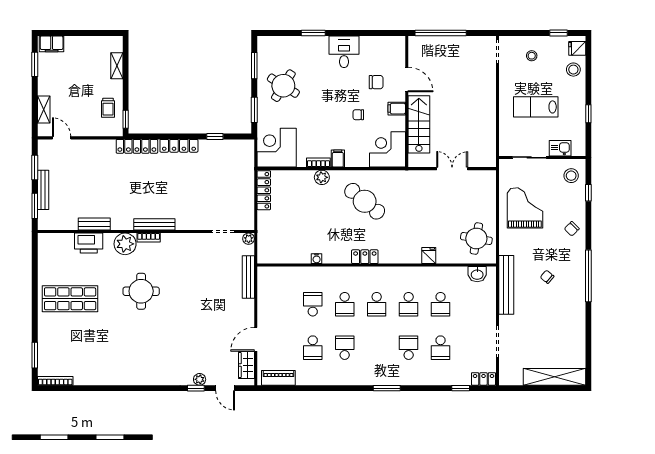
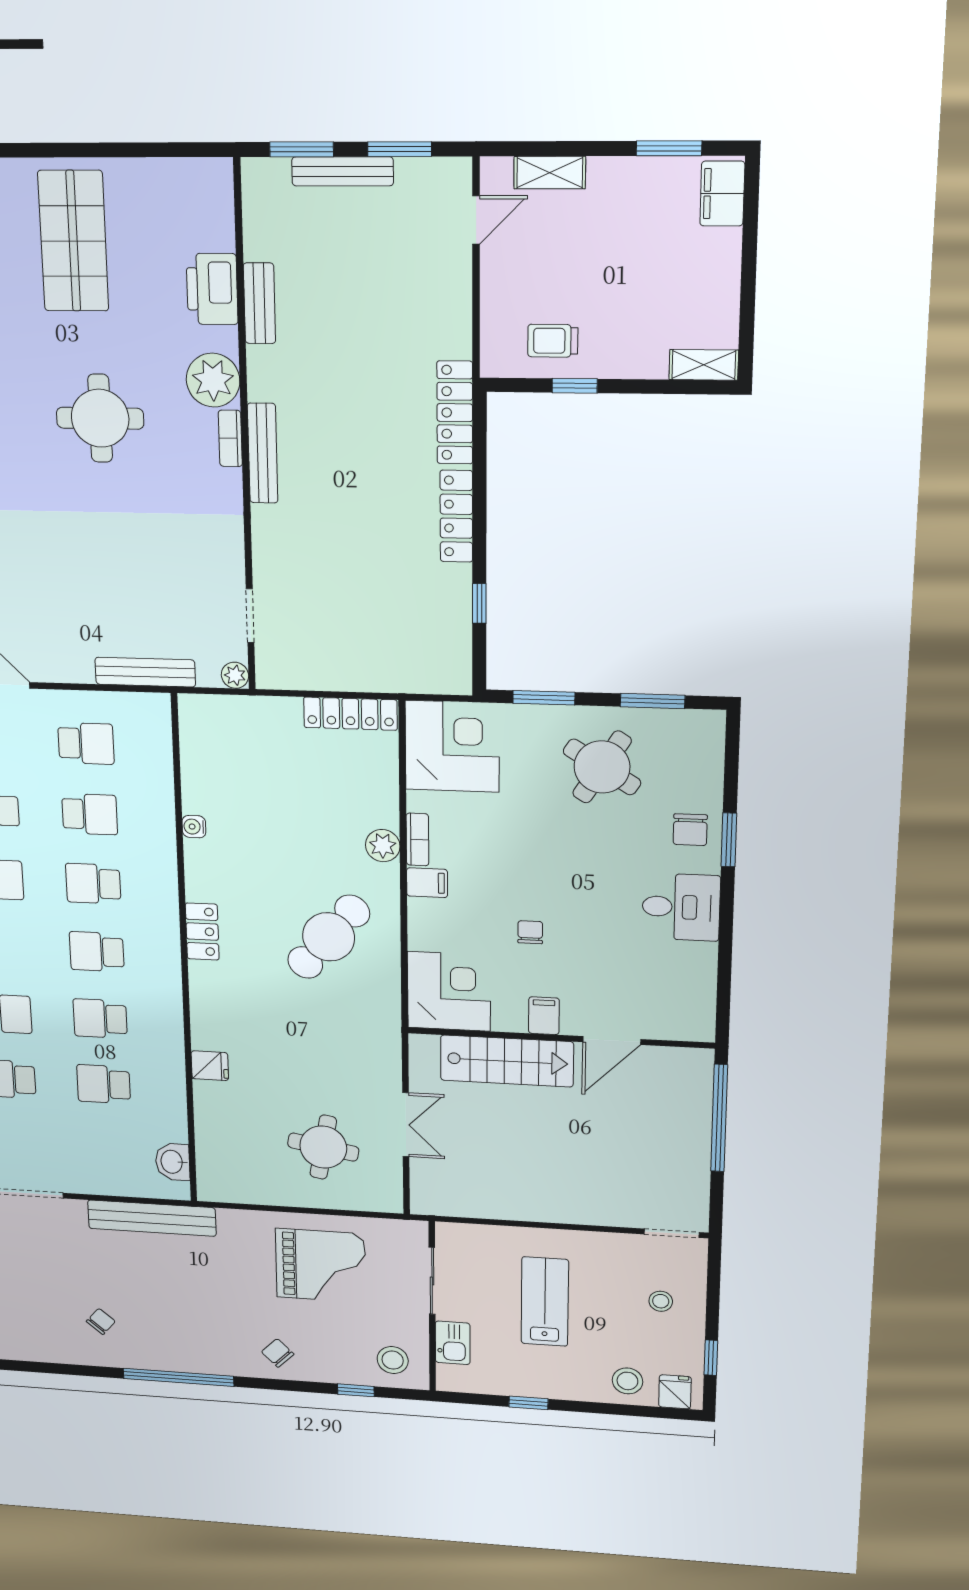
shelving: (117, 66) -> (704, 365), moved
chair: (376, 82) -> (690, 830), moved
window: (126, 119) -> (575, 386), moved
round table: (476, 238) -> (323, 1147), moved
chair: (547, 277) -> (101, 1321), moved
school desk: (281, 304) -> (86, 743), added

